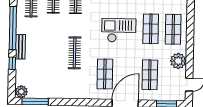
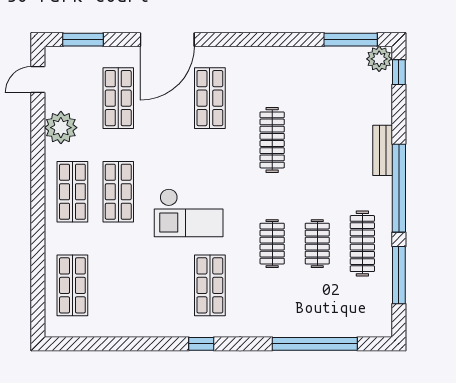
checkout: (119, 30) -> (189, 213), moved
window: (12, 63) -> (399, 72), moved

